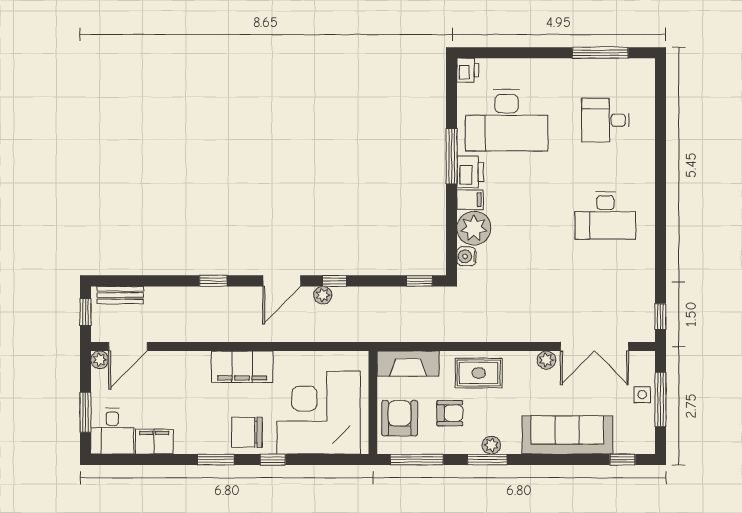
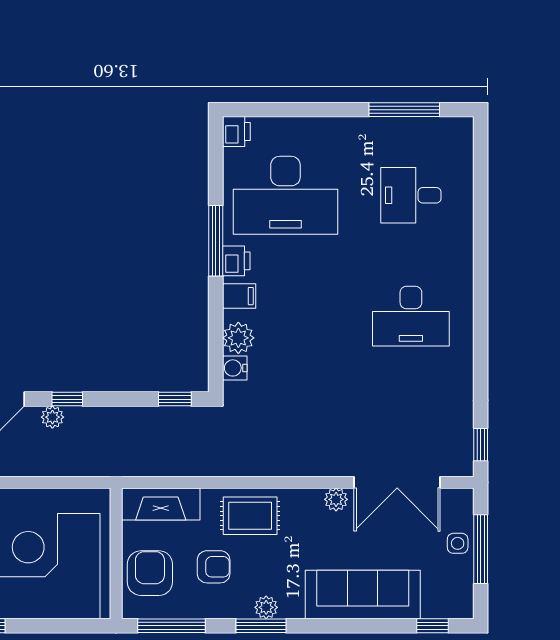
printer: (470, 172) -> (236, 261), width x0.73, depth x0.81
plant: (474, 228) -> (238, 338), width x0.73, depth x0.73

